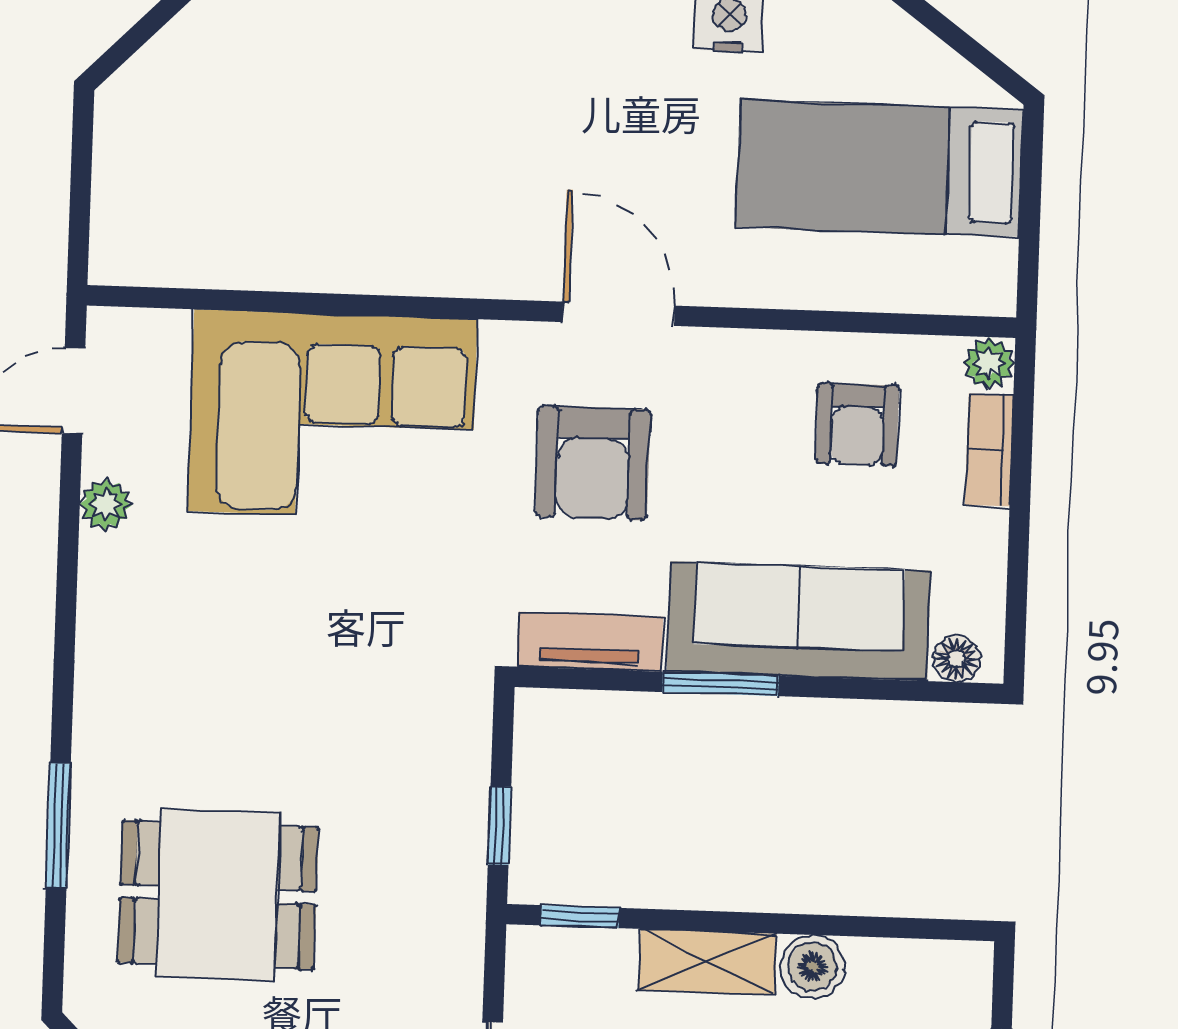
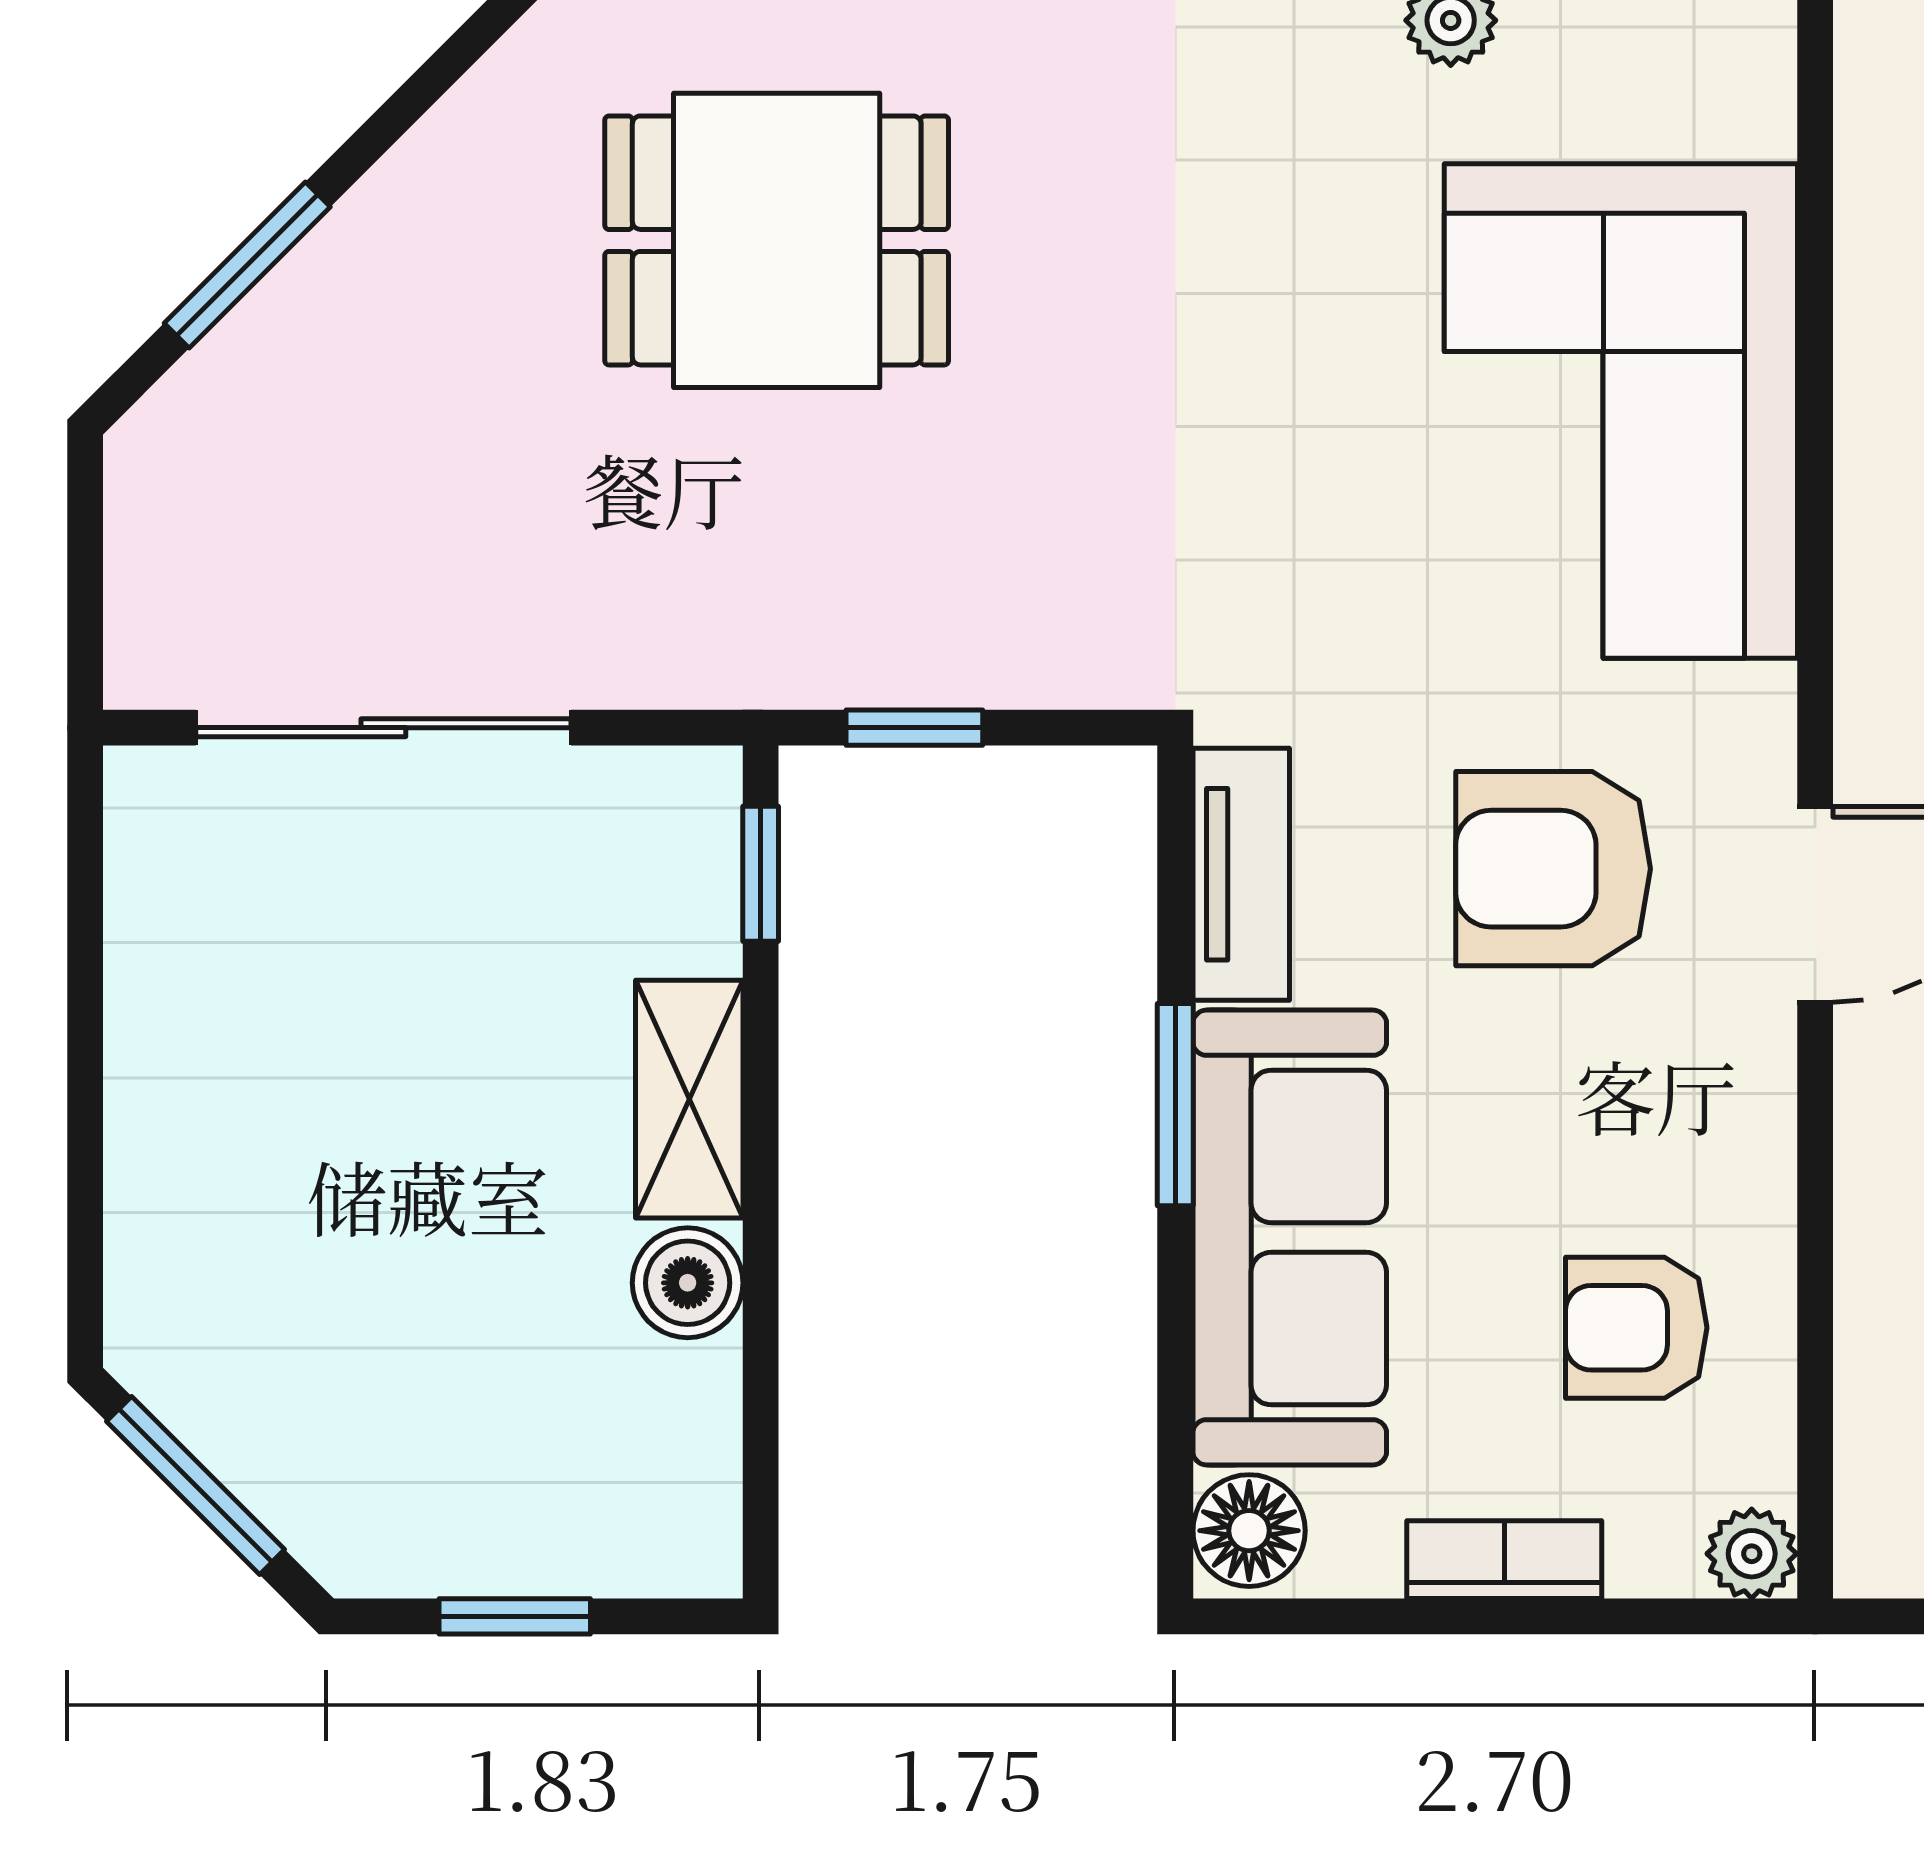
bookcase: (989, 450) -> (1504, 1560), moved
floor lamp: (957, 659) -> (1249, 1531), width x1.37, depth x1.37
dining table: (218, 895) -> (777, 240), turned 90

